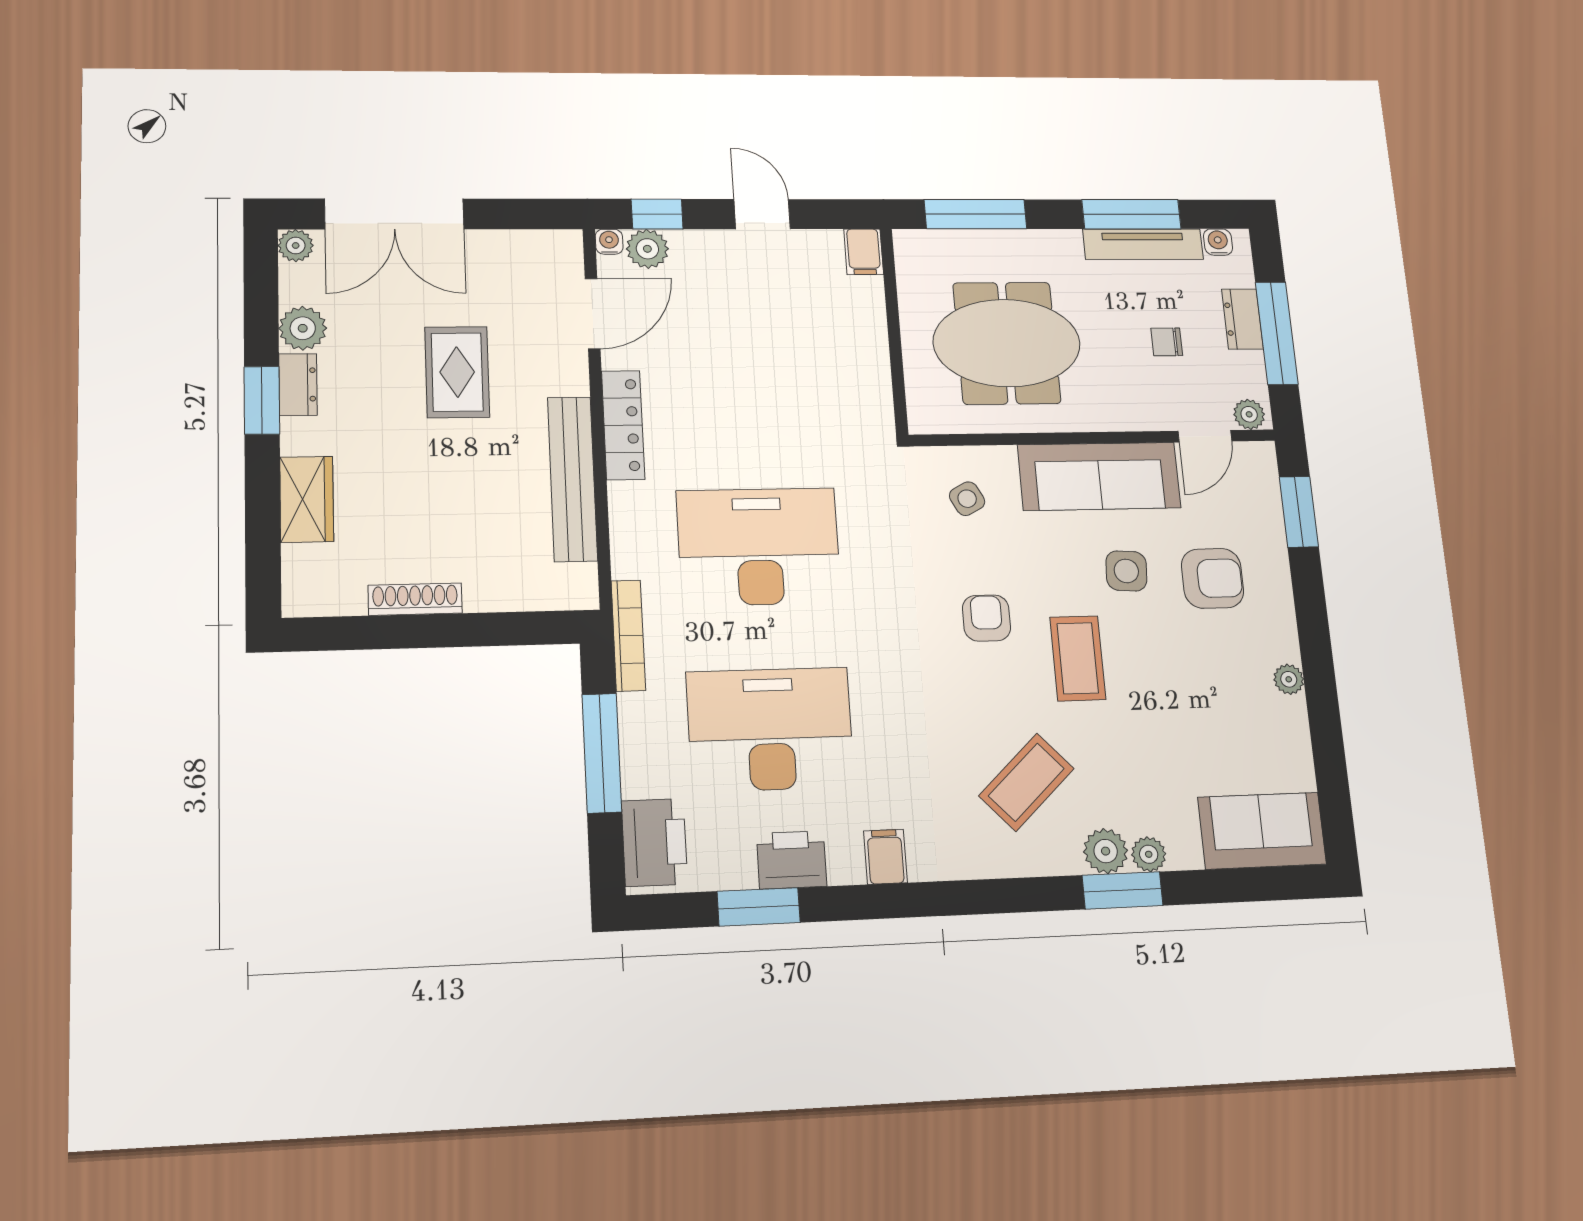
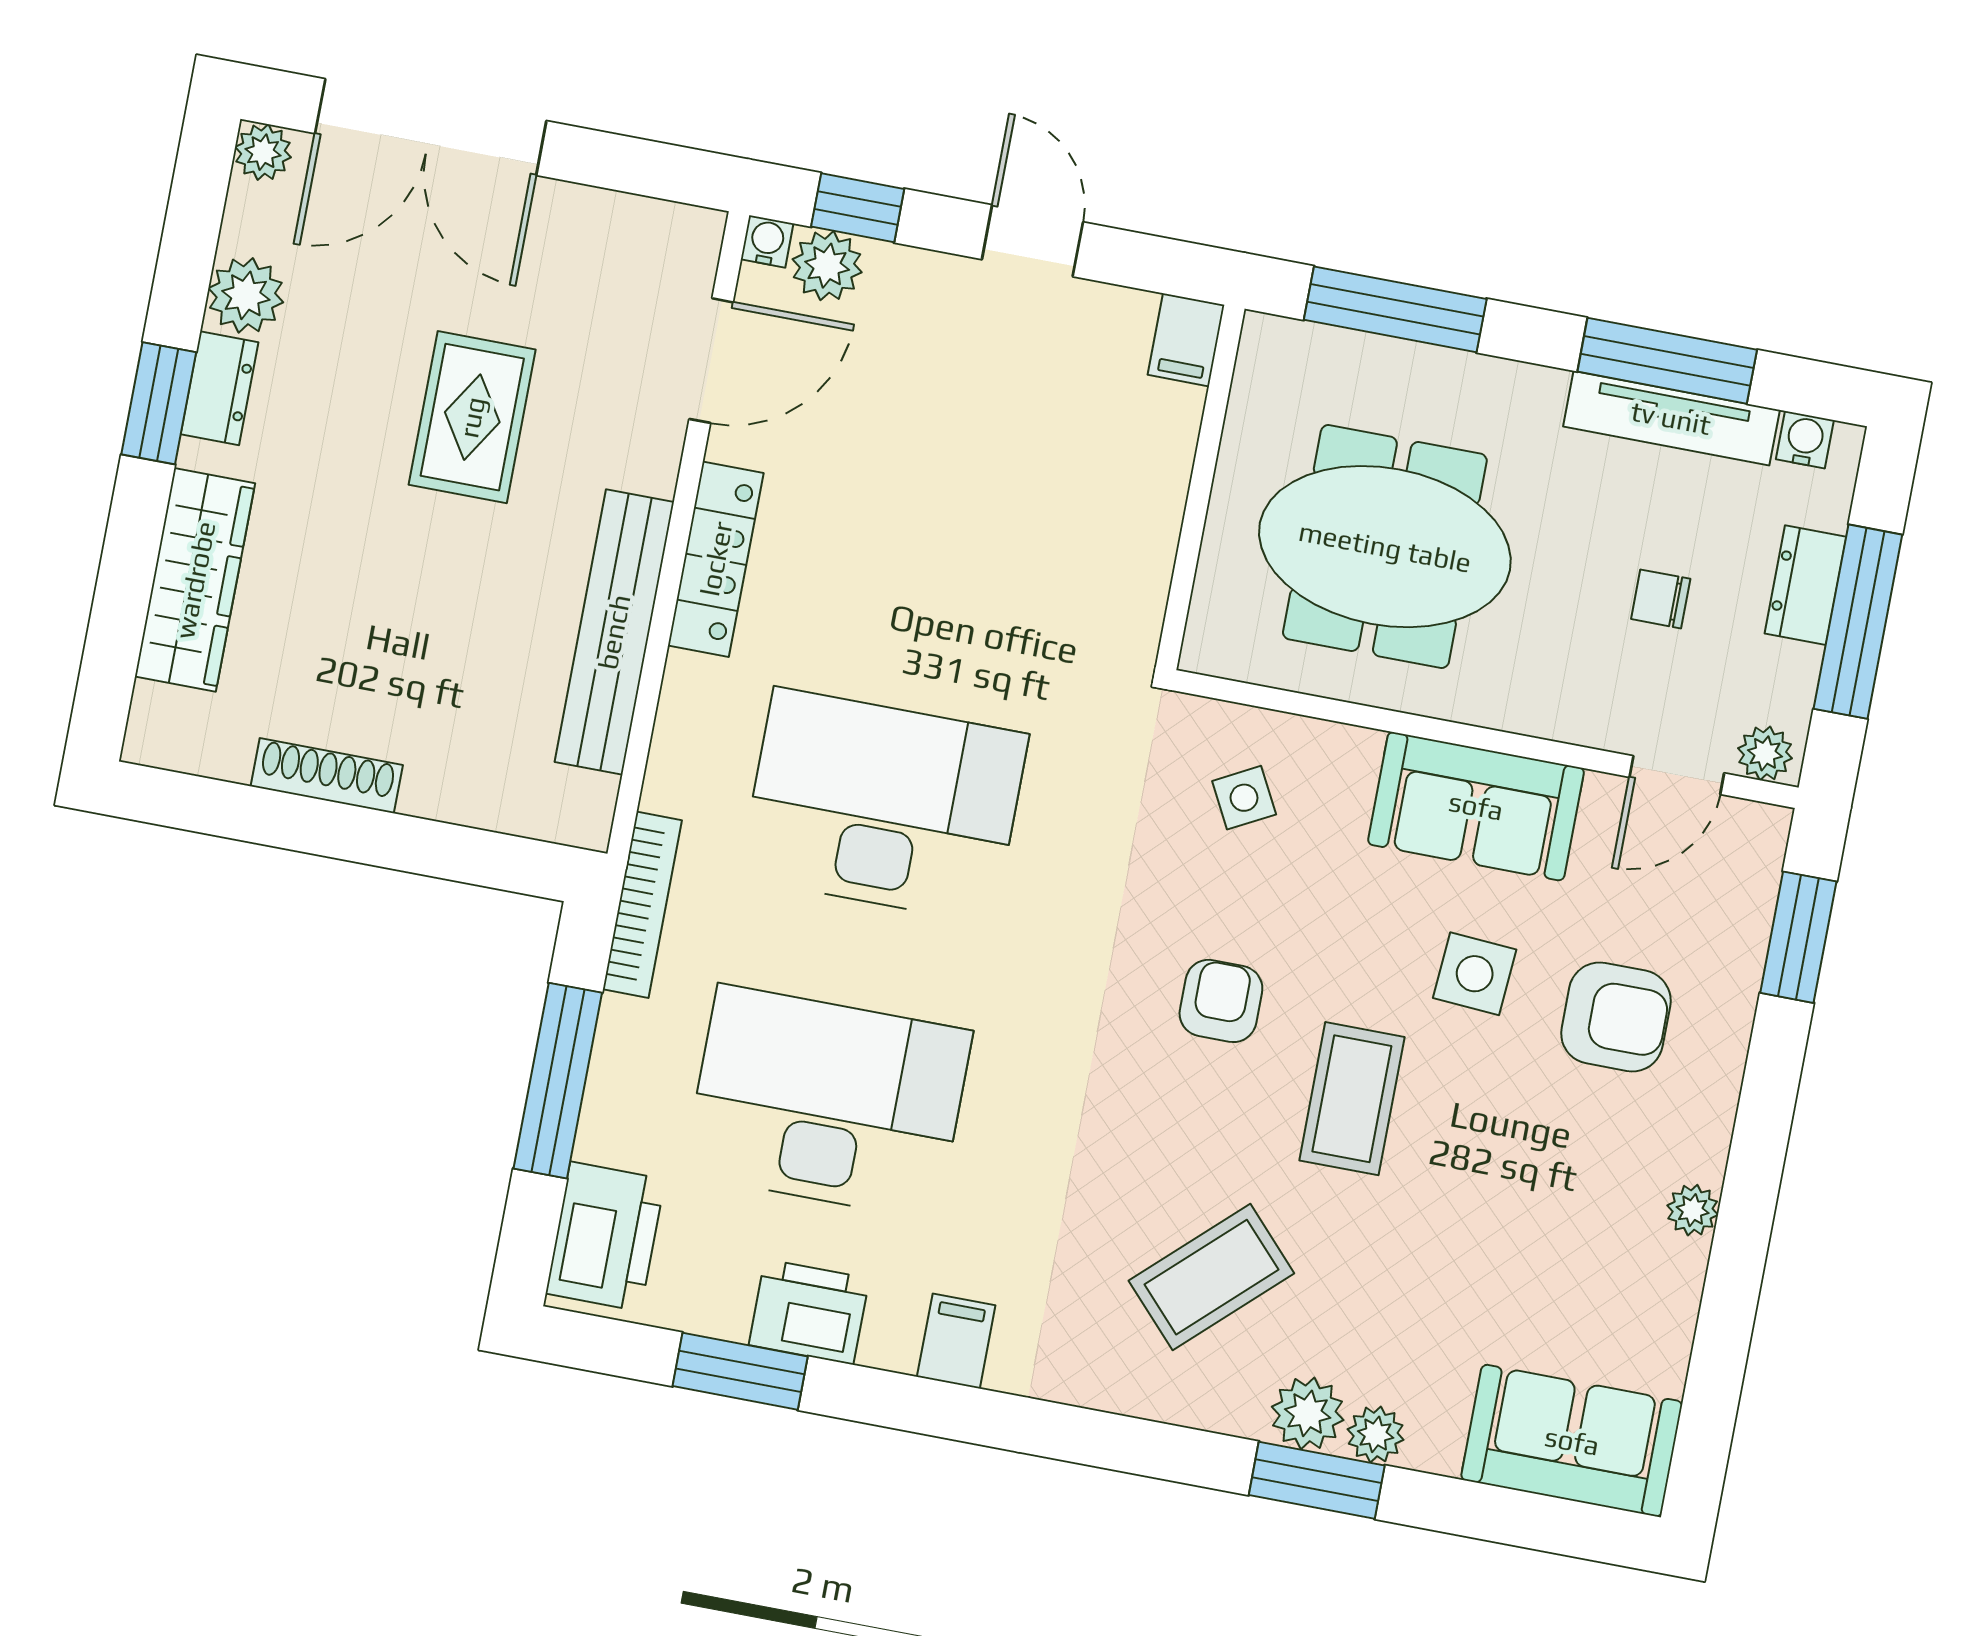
sofa: (1099, 476) -> (1476, 806), width x0.73
wardrobe: (307, 499) -> (195, 580), width x1.50

